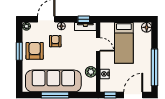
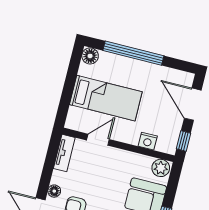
window: (84, 19) -> (52, 153), removed
window: (155, 67) -> (133, 53), moved
plant: (91, 72) -> (161, 168), moved

